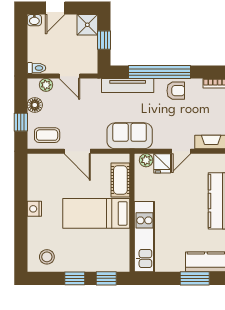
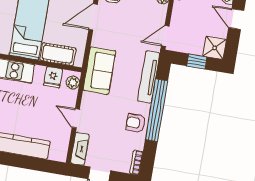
door: (70, 76) -> (165, 36), moved
armchair: (176, 91) -> (136, 123), turned 90
fridge: (162, 163) -> (53, 77), moved, turned -90

